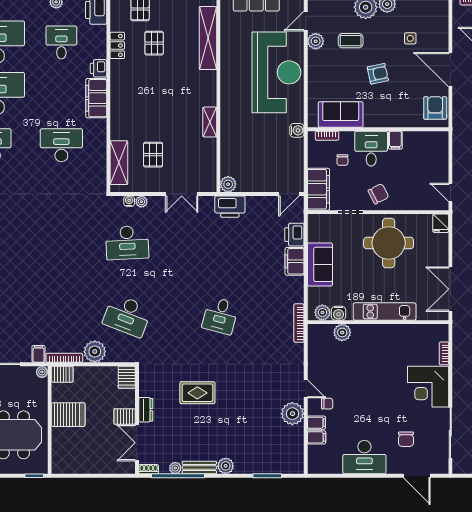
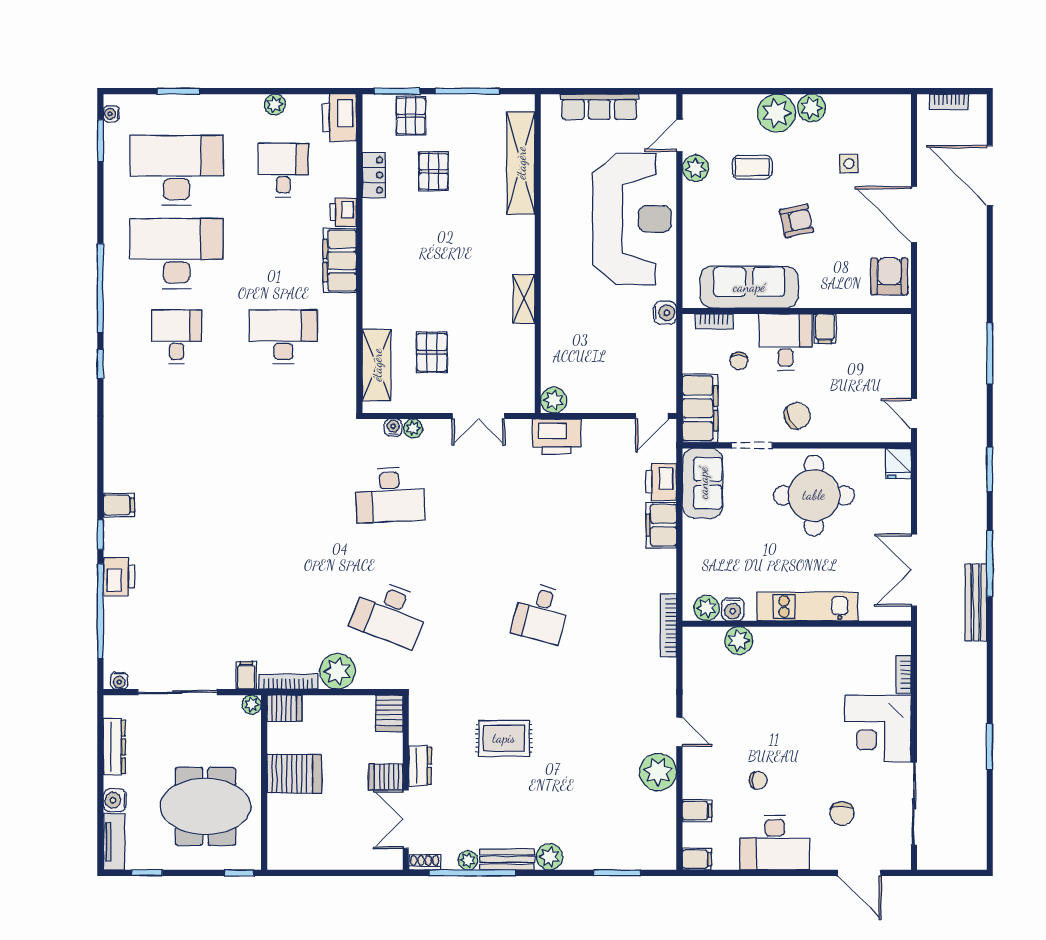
sofa: (341, 115) -> (749, 287), width x1.36
sofa: (320, 264) -> (703, 483), moved
chair: (327, 404) -> (758, 780), moved
filing cabinet: (316, 423) -> (697, 859), moved

